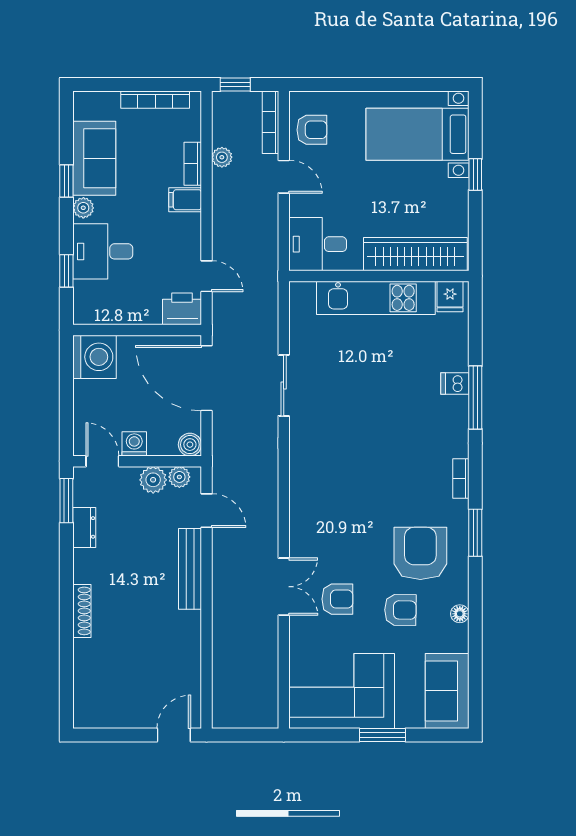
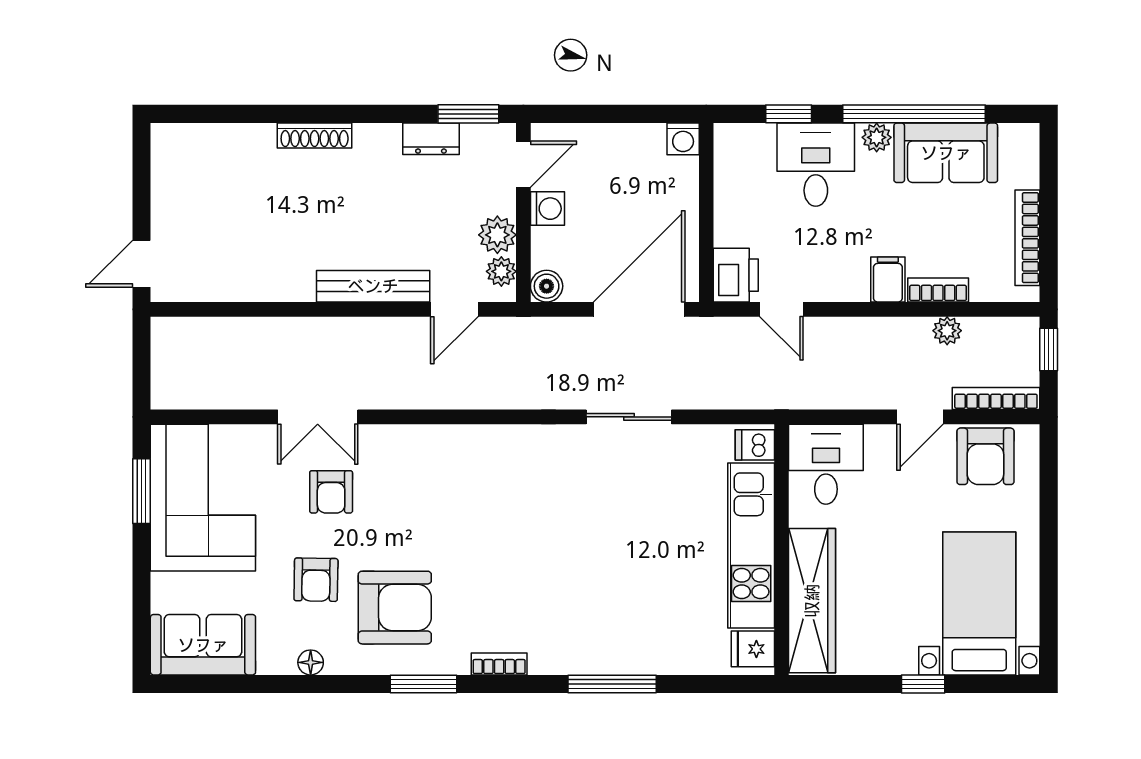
armchair: (312, 130) -> (985, 456), width x1.38, depth x1.38
window: (66, 181) -> (914, 114), width x3.17
door: (207, 276) -> (781, 309), hinge flipped
washing machine: (95, 357) -> (683, 139), width x0.53, depth x0.53
dishwasher: (455, 383) -> (755, 445), moved, turned -90
double door: (284, 587) -> (318, 417), moved
door: (174, 735) -> (142, 264), swing flipped
window: (382, 735) -> (142, 491), moved

